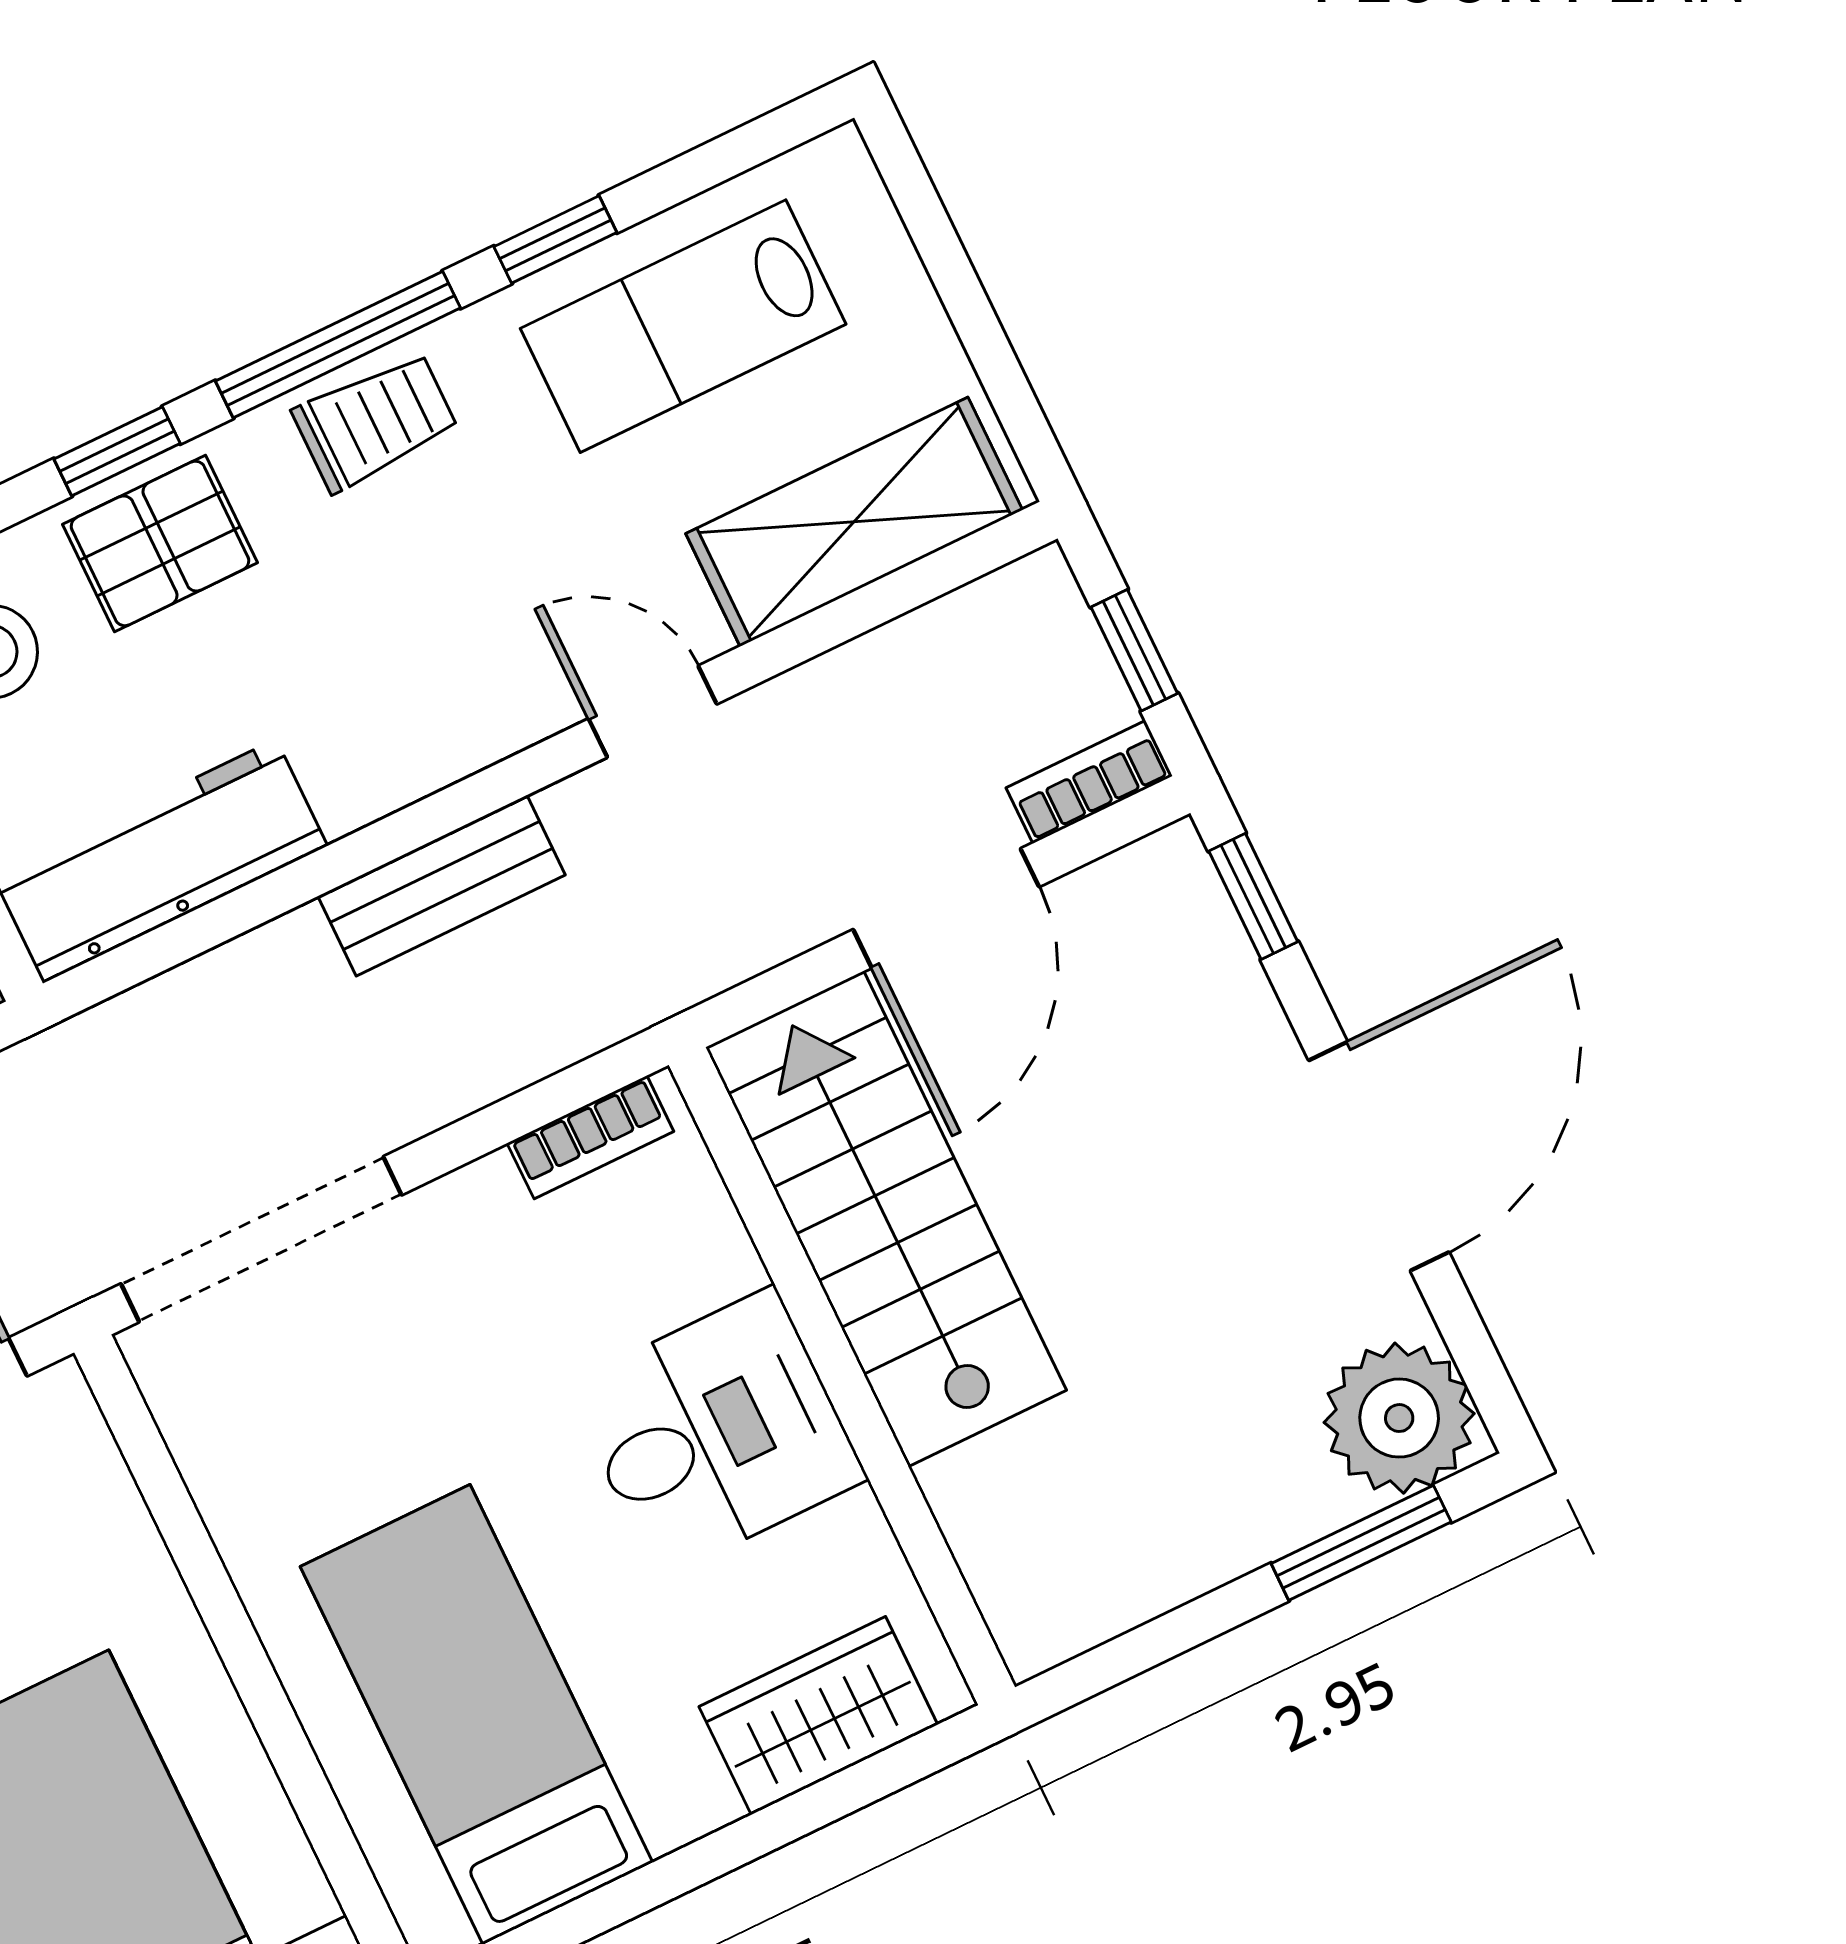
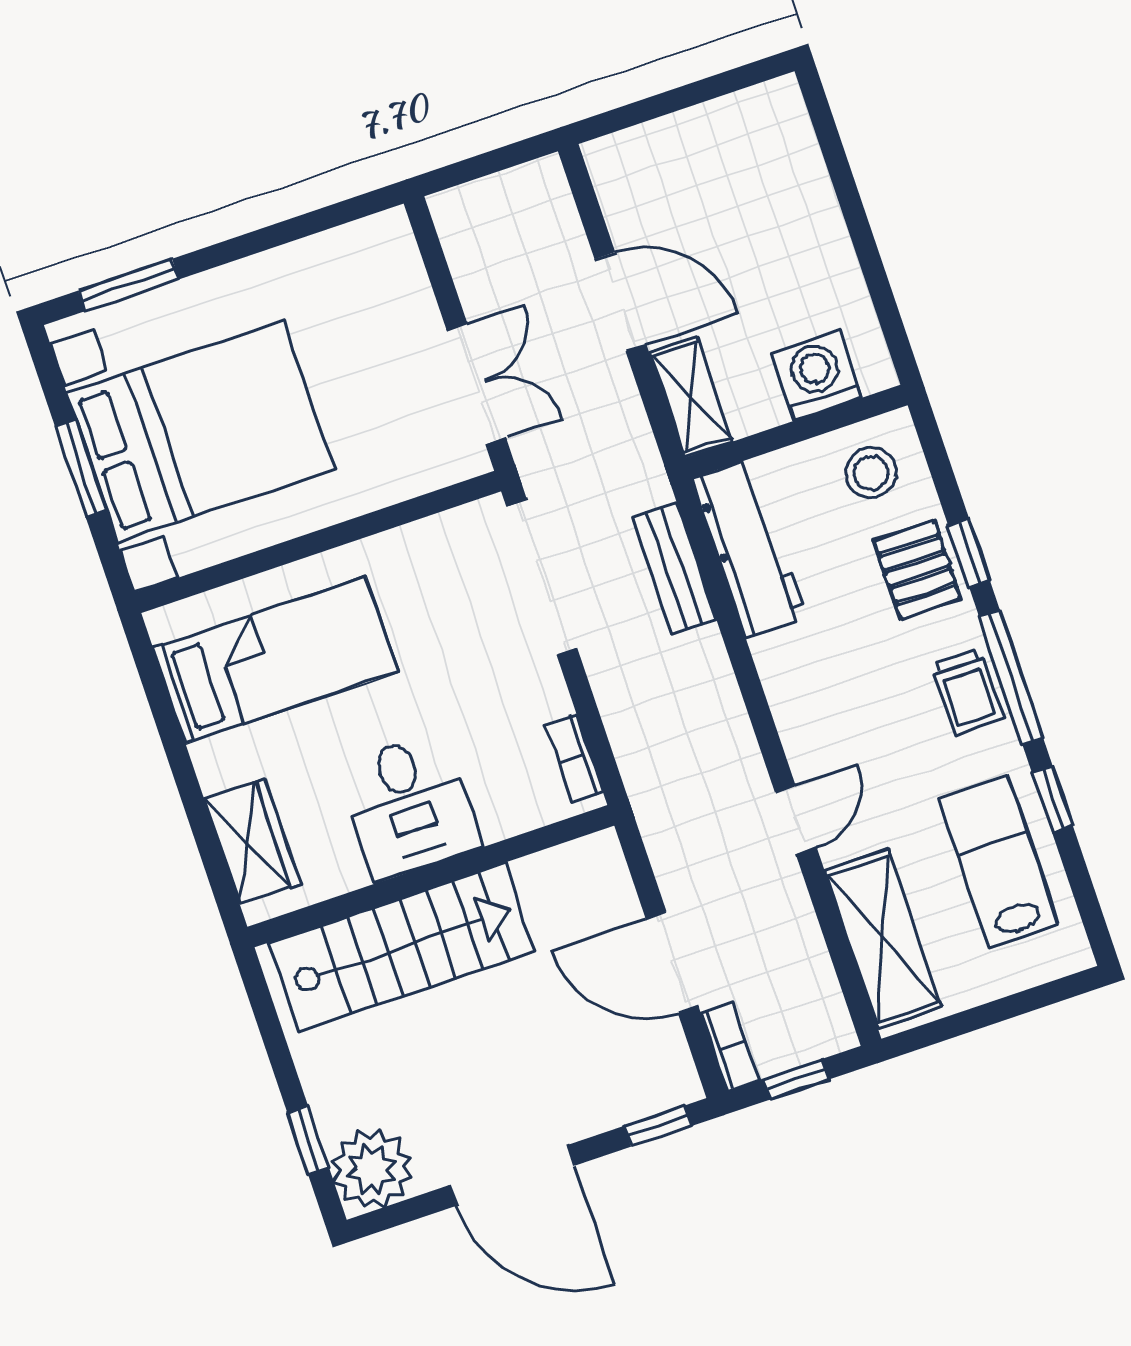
bench: (441, 885) -> (674, 569), moved
stairs: (886, 1219) -> (402, 947), moved
window: (1361, 1543) -> (308, 1140), width x0.67

